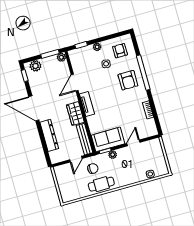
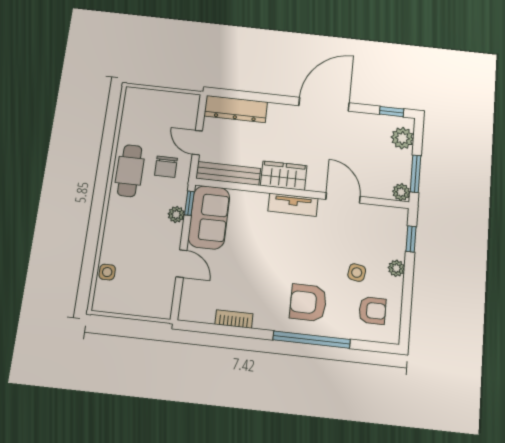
dresser: (49, 135) -> (236, 109), moved

